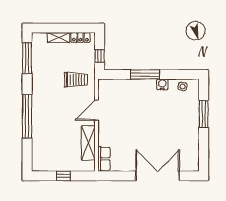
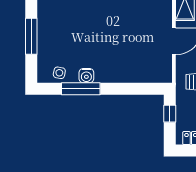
window: (145, 75) -> (81, 89), moved

